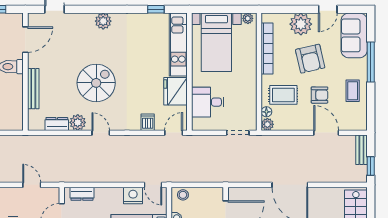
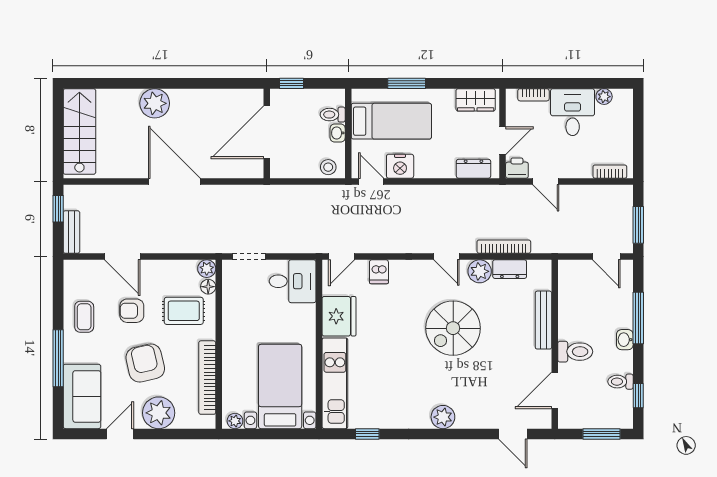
desk: (208, 102) -> (293, 281), moved
bookcase: (61, 140) -> (504, 247), added
printer: (52, 194) -> (517, 168), added

